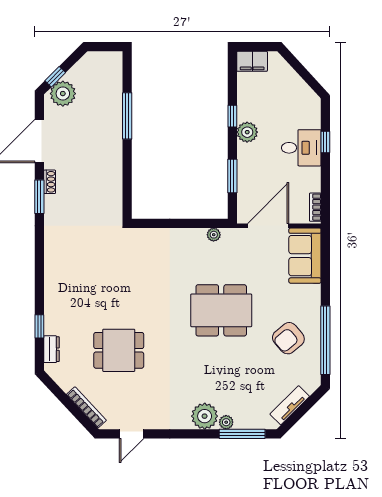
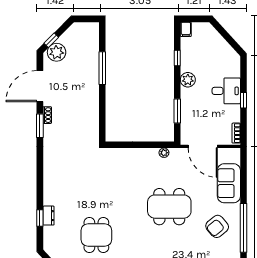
filing cabinet: (252, 61) -> (186, 29), width x0.50
window: (232, 116) -> (177, 58), moved
window: (325, 142) -> (243, 100), moved
door: (268, 226) -> (203, 146), swing flipped
sofa: (305, 256) -> (229, 183), moved
dresser: (51, 349) -> (49, 216), moved
dining table: (119, 350) -> (96, 235), turned 90

